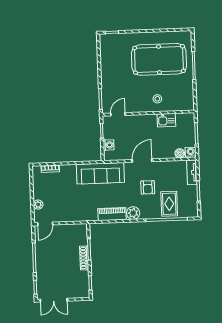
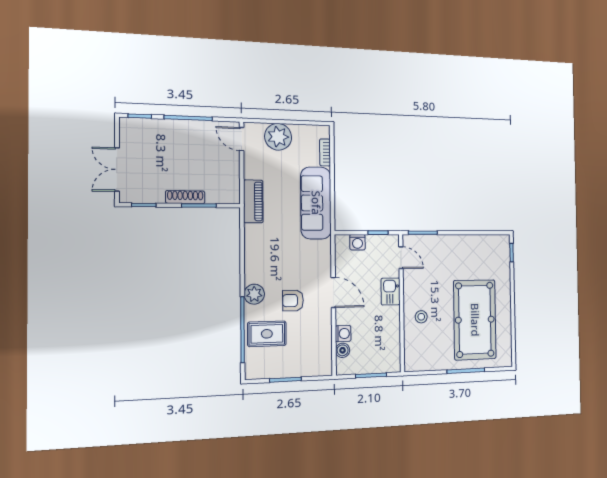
kitchen sink: (166, 120) -> (391, 291), moved
washing machine: (191, 152) -> (343, 334), moved
tv unit: (192, 172) -> (314, 369), removed
sofa: (100, 173) -> (316, 203), moved
plant: (38, 205) -> (278, 137), width x1.87, depth x1.87
plant: (133, 213) -> (254, 294), moved
piano: (112, 214) -> (253, 201), moved
double door: (54, 300) -> (117, 170), moved

